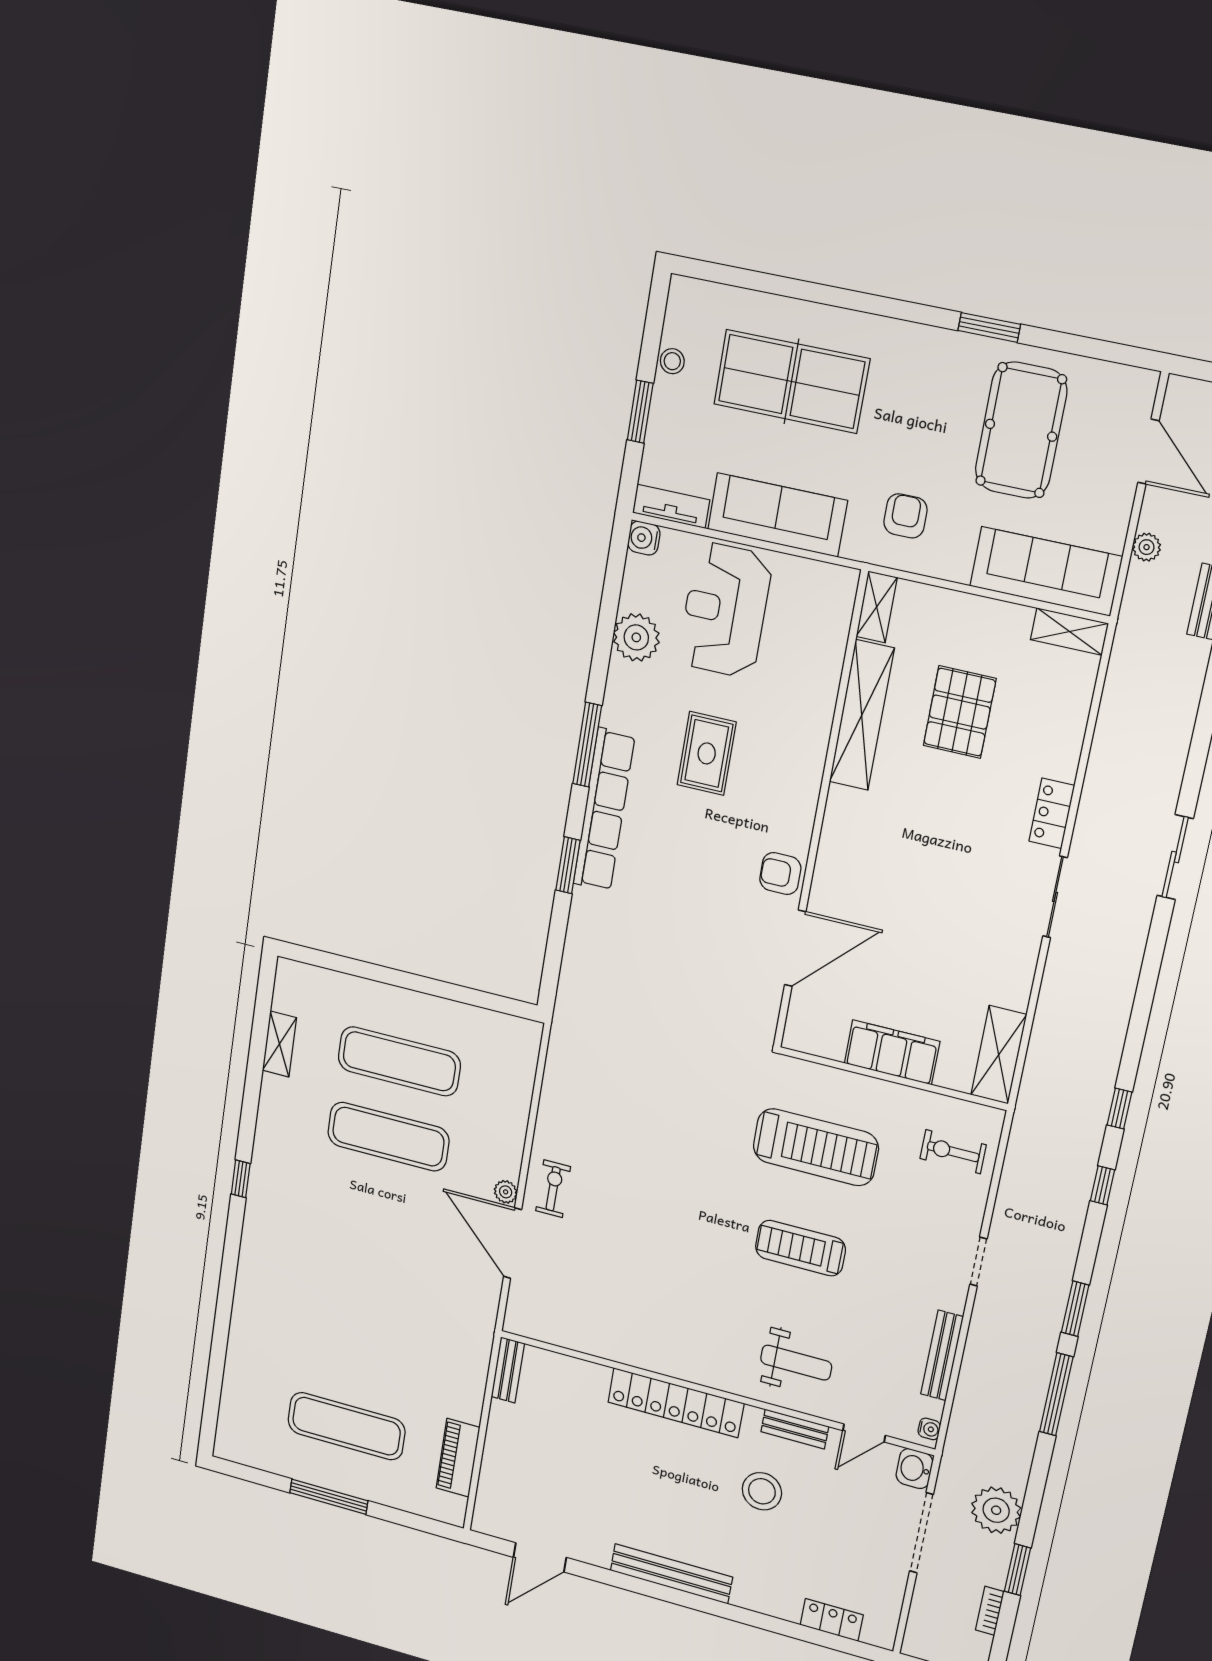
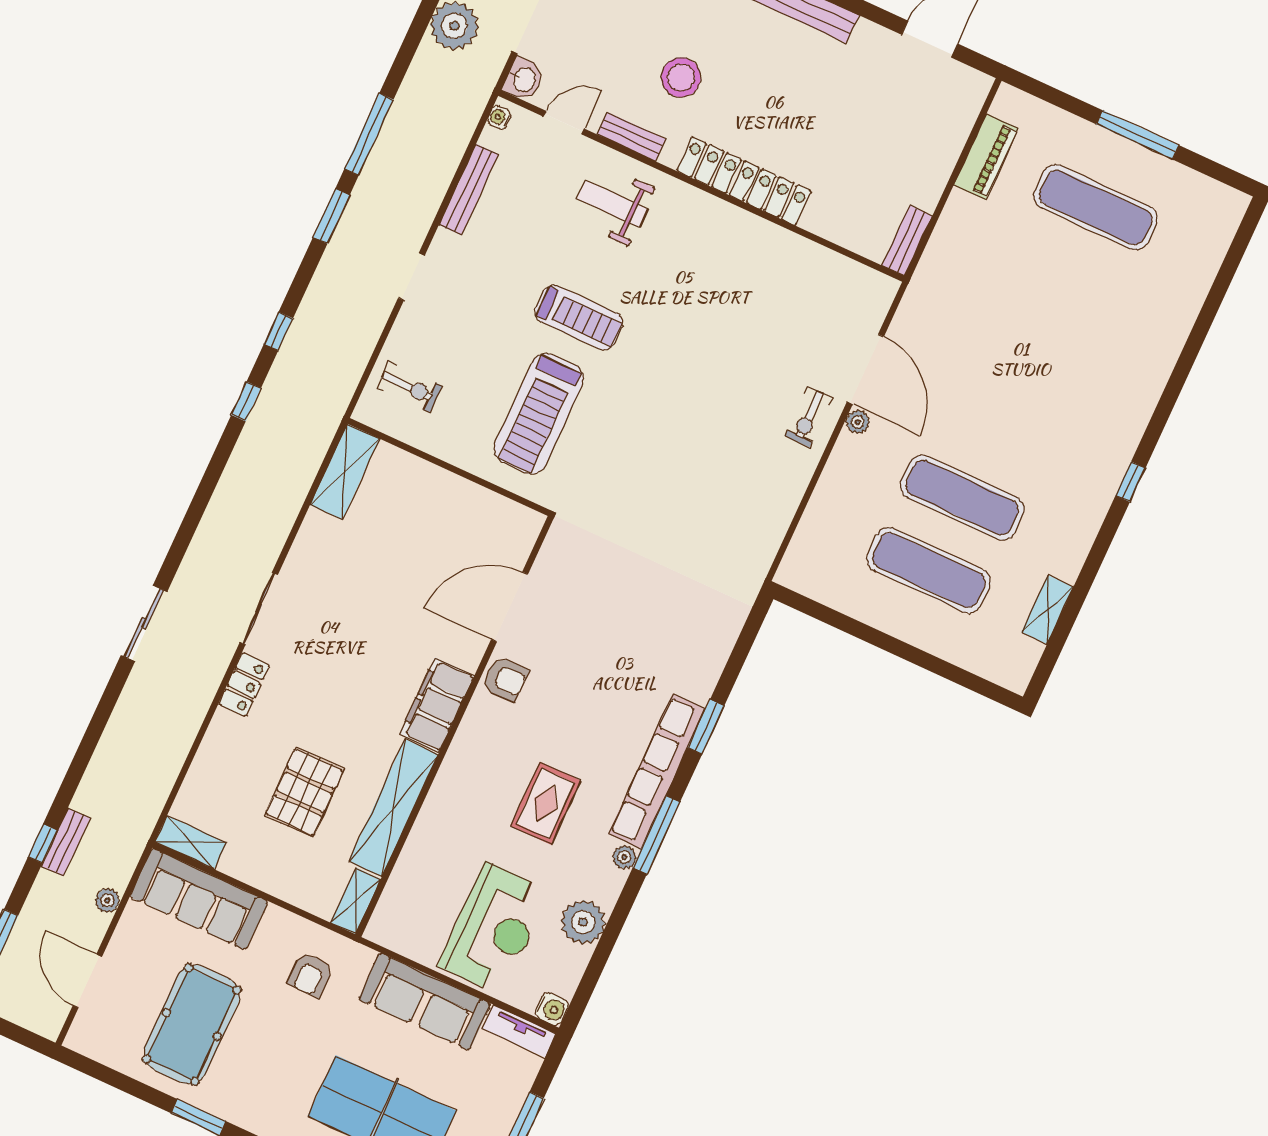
plant: (613, 715) -> (624, 857), added
filing cabinet: (892, 1052) -> (437, 705), moved, turned 90
treadmill: (816, 1147) -> (539, 414), turned -90

